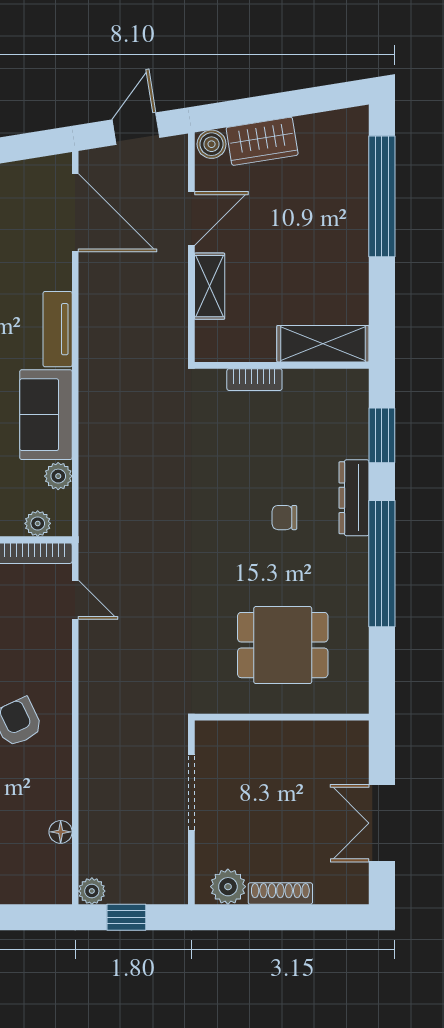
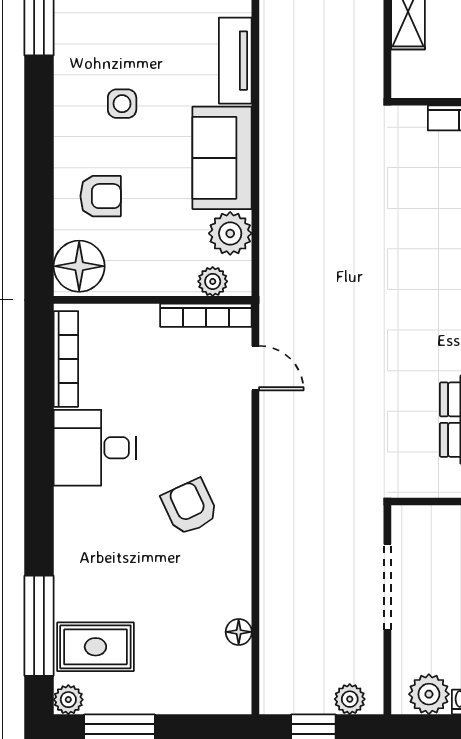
plant: (58, 476) -> (230, 233), width x1.38, depth x1.38
plant: (92, 891) -> (350, 699), moved

